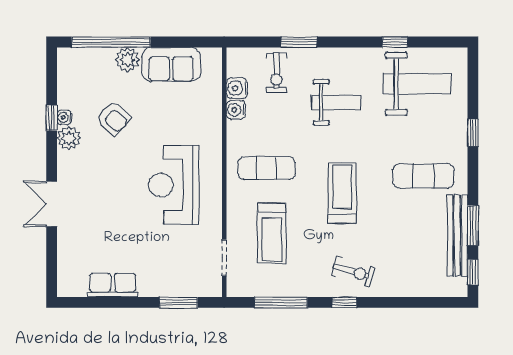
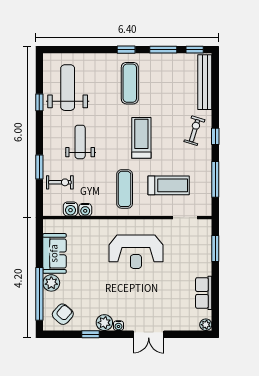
water cooler: (64, 117) -> (118, 326), moved
armchair: (113, 118) -> (63, 314), moved
window: (473, 133) -> (126, 50), moved
treadmill: (342, 193) -> (141, 138), turned 90
bench: (457, 236) -> (205, 82), moved, turned 90
plant: (66, 288) -> (206, 325), added

